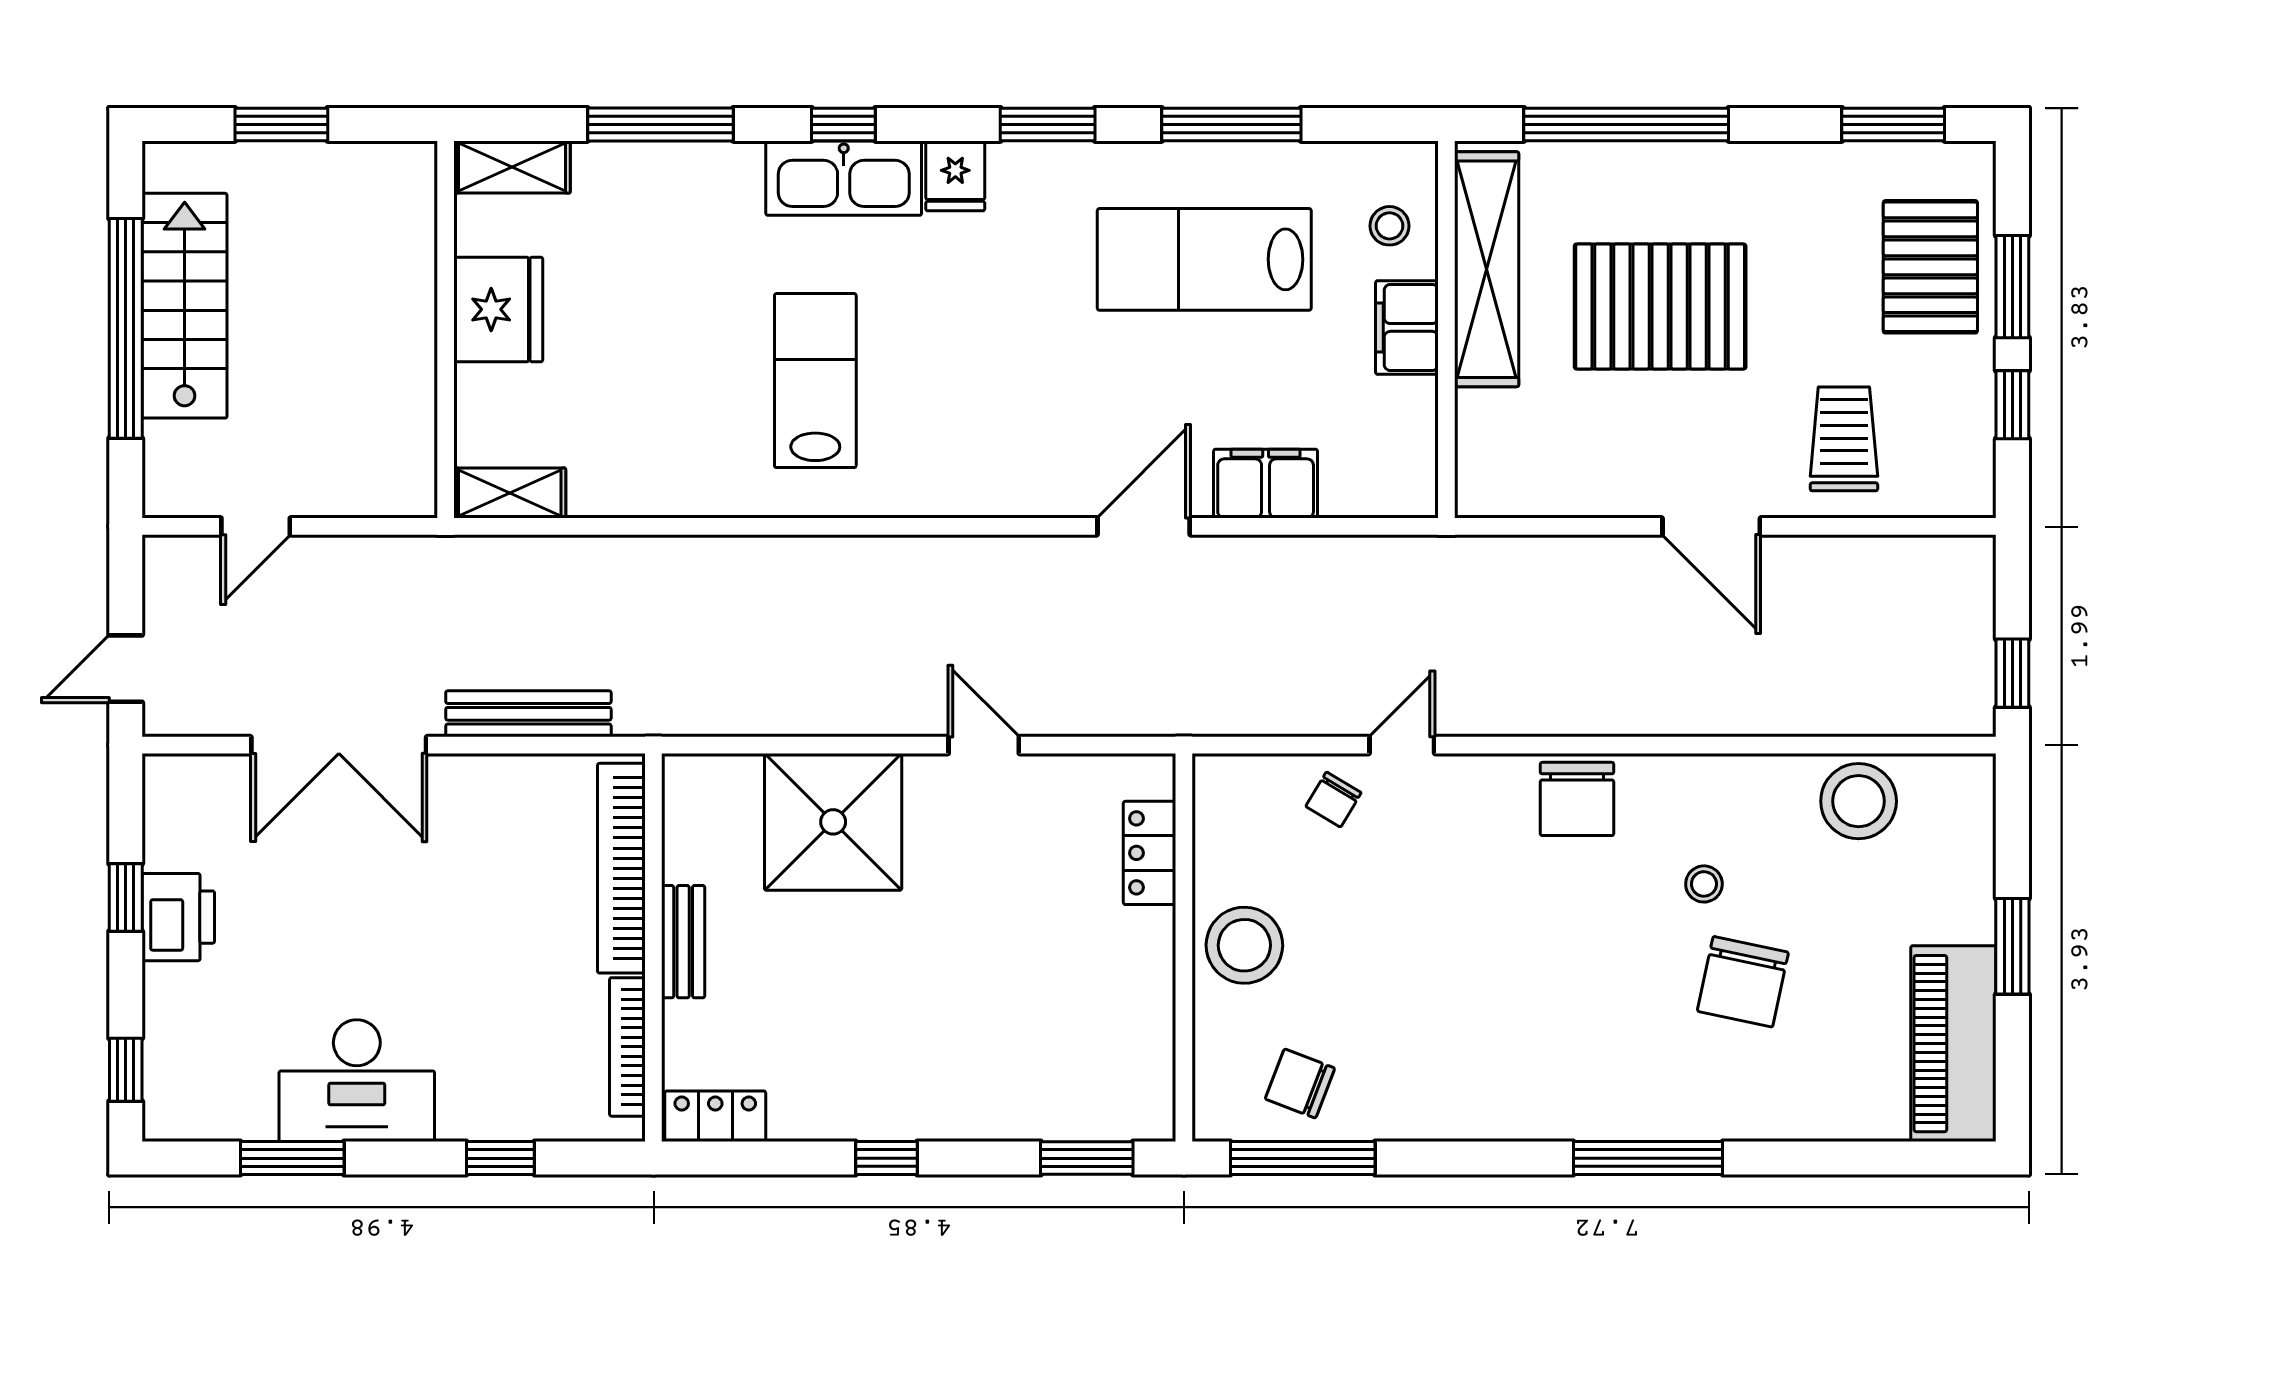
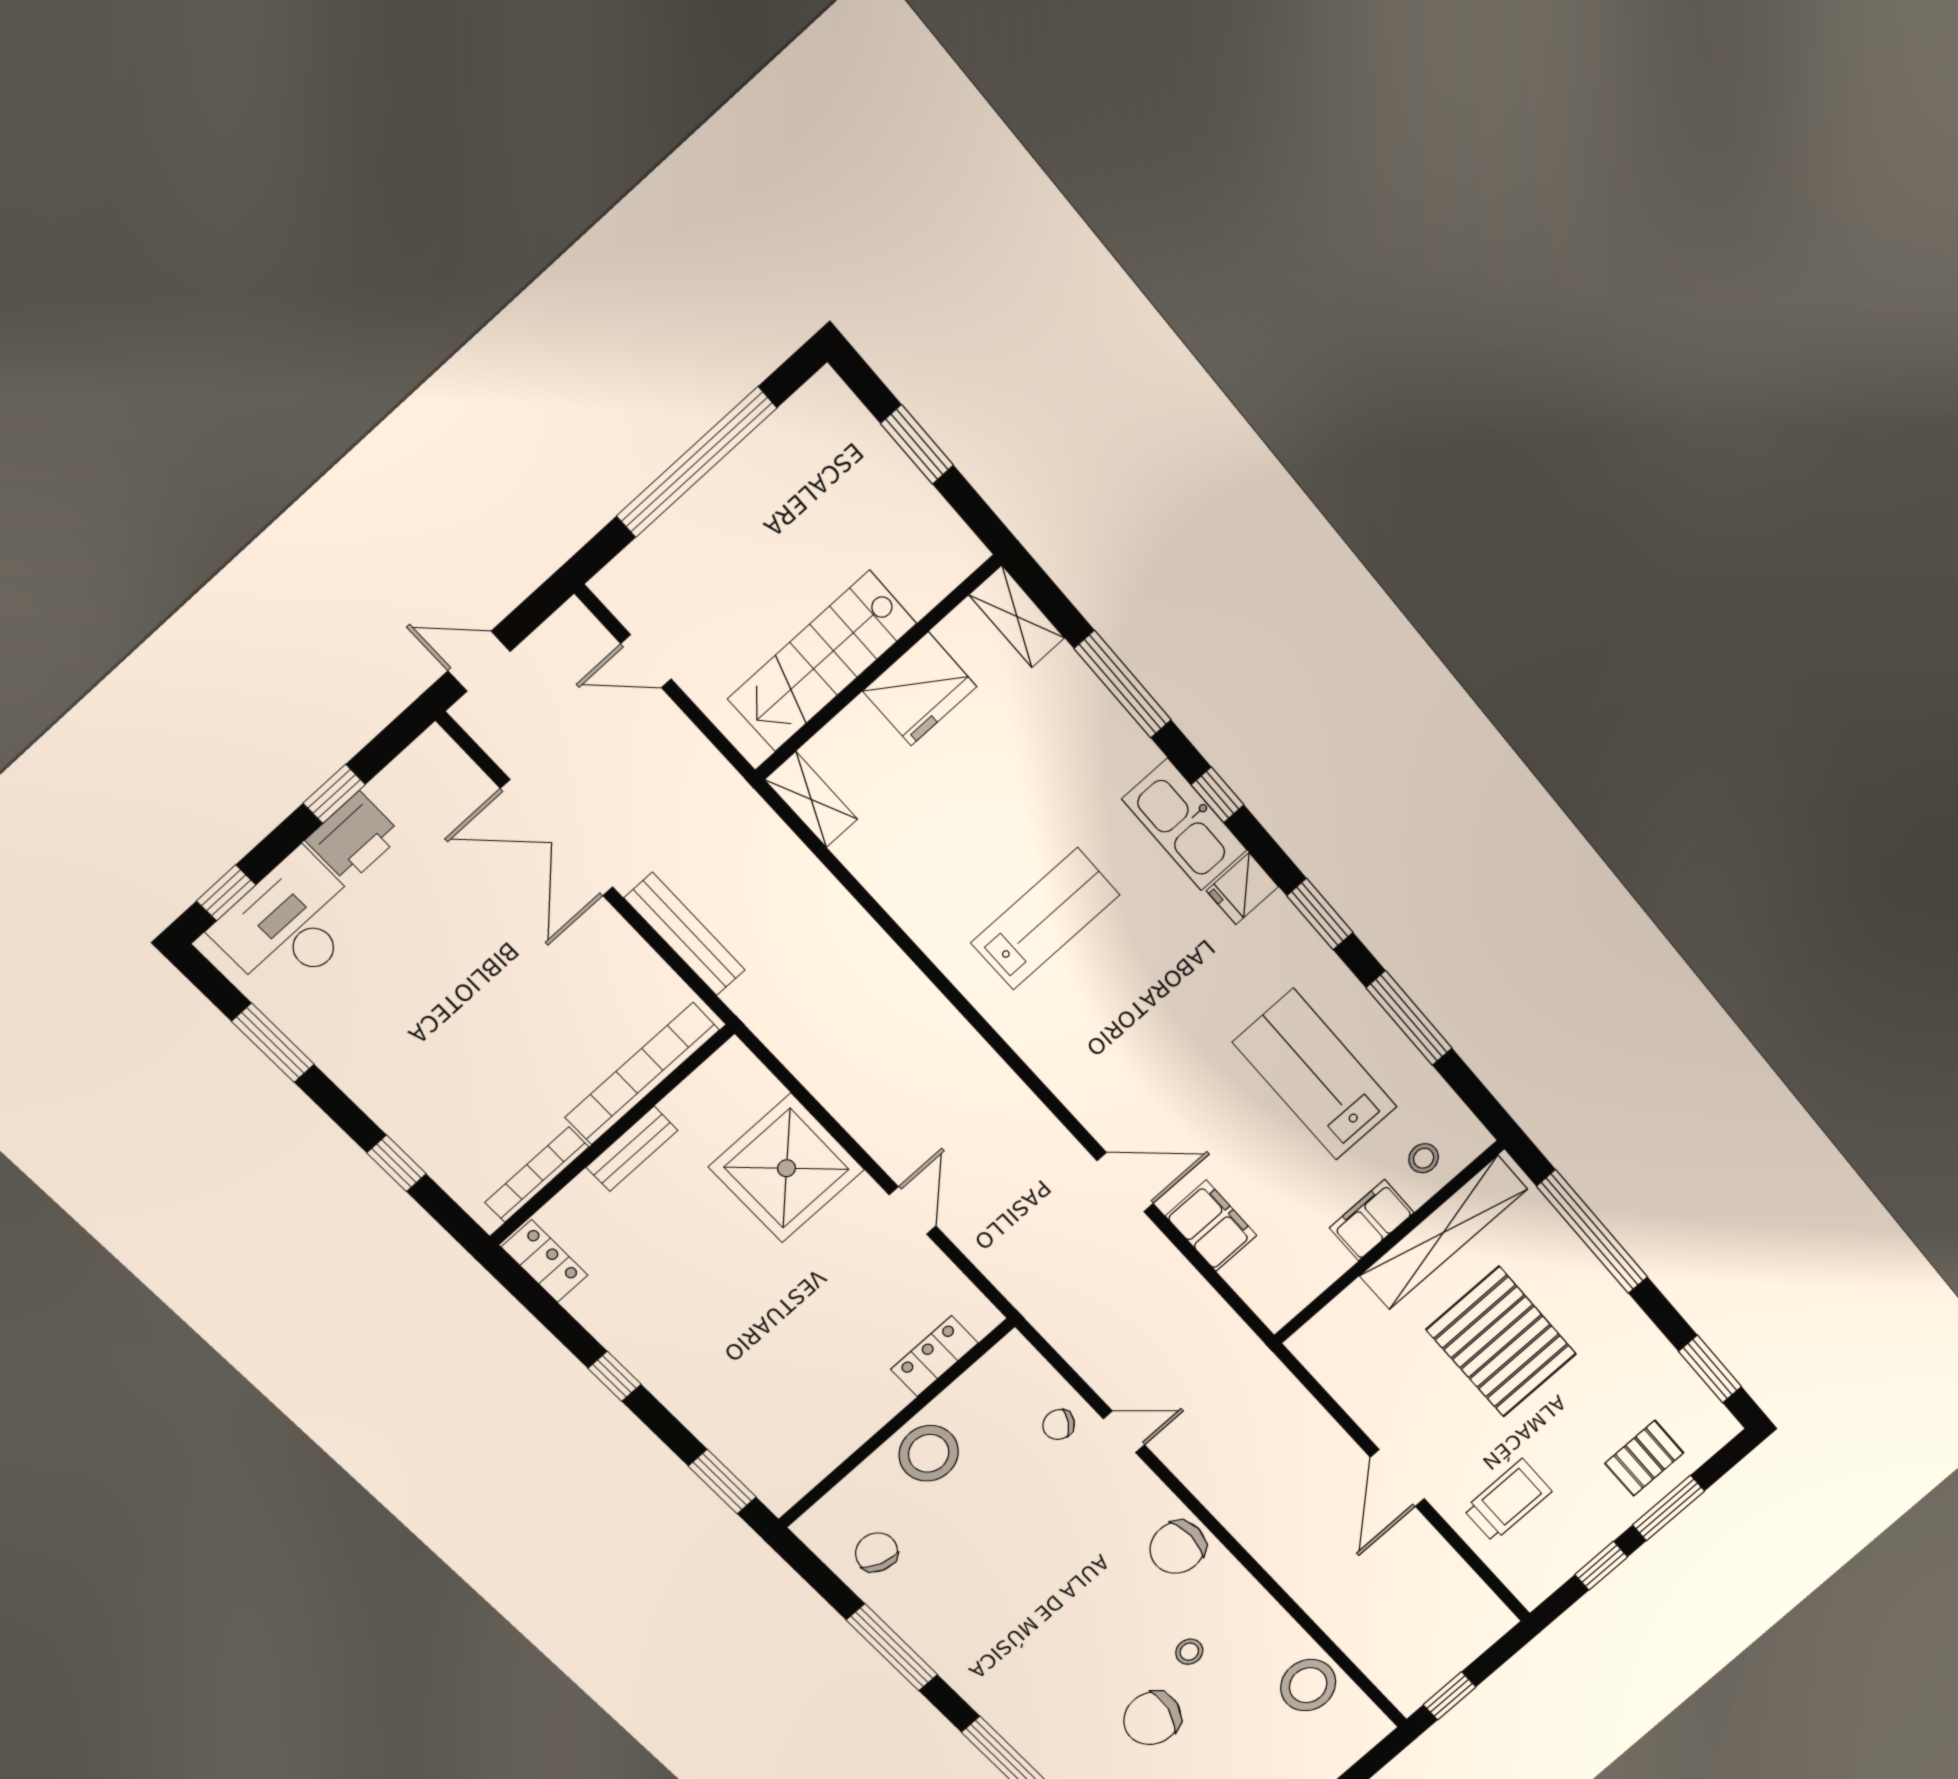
pallet: (1930, 267) -> (1644, 1458), width x0.67, depth x0.71
stairs: (185, 306) -> (822, 661), moved, turned 180
desk: (357, 1081) -> (290, 925), moved, turned 90
window: (1303, 1158) -> (892, 1647), moved

